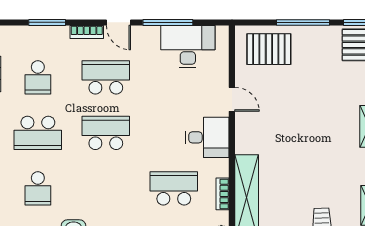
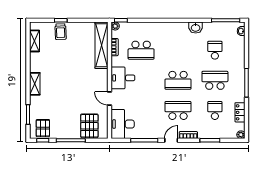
door: (118, 22) -> (171, 140), hinge flipped
desk: (188, 47) -> (123, 124), moved, turned 90
pallet: (269, 49) -> (89, 126), turned 90
school desk: (106, 77) -> (178, 110), turned 180

